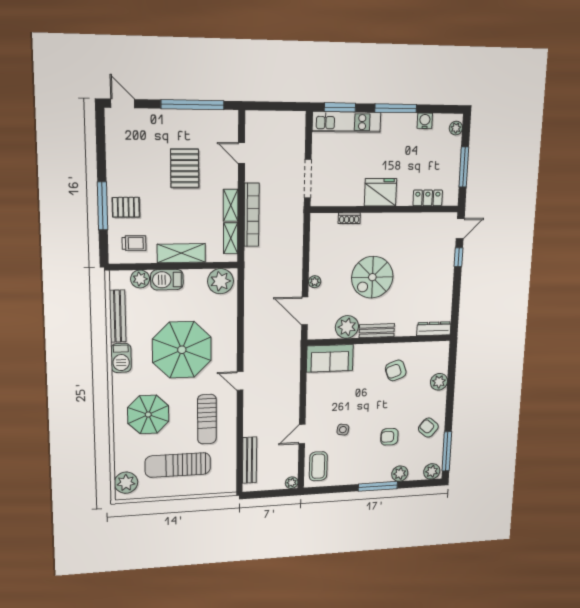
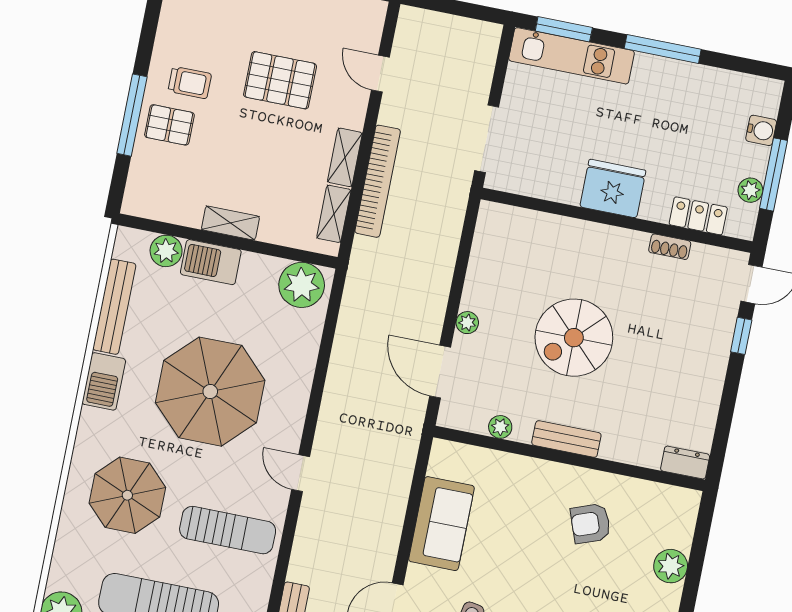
water cooler: (425, 121) -> (761, 130), moved, turned 90
plant: (456, 128) -> (750, 190), moved
pallet: (185, 168) -> (280, 80), turned 90
shoe rack: (349, 218) -> (670, 247), moved
trolley: (134, 243) -> (190, 83), moved
shelving: (181, 253) -> (230, 223), width x0.67, depth x0.75
plant: (347, 327) -> (500, 427), width x0.53, depth x0.53
dresser: (434, 329) -> (685, 463), width x0.70
sofa: (330, 358) -> (441, 524), moved, turned -90
sun lounger: (207, 419) -> (228, 530), turned -90

